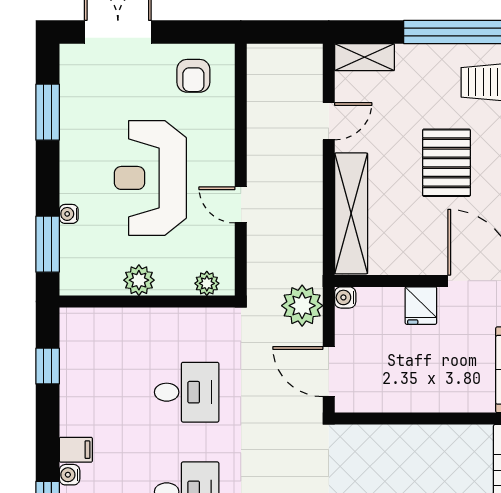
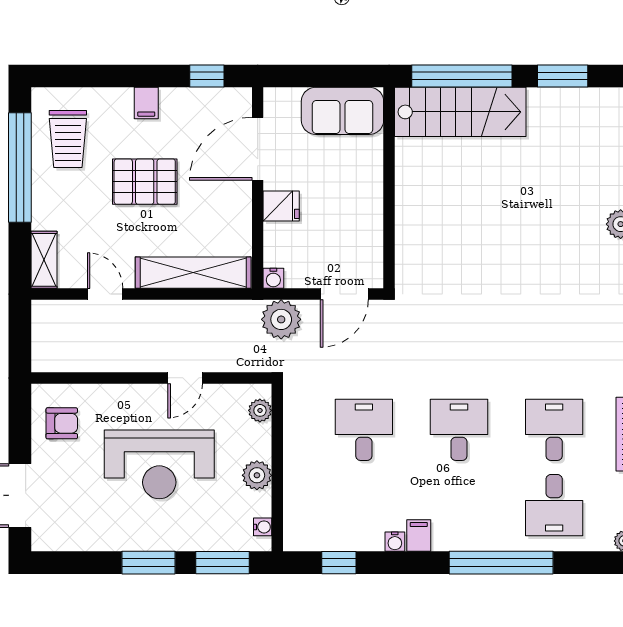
window: (48, 112) -> (149, 563), moved
water cooler: (69, 214) -> (263, 527), moved, turned -90
water cooler: (70, 475) -> (395, 542), moved

